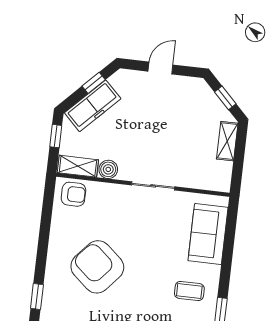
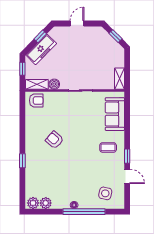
shelving: (227, 141) -> (119, 79), moved
armchair: (97, 267) -> (55, 140), width x0.53, depth x0.53

